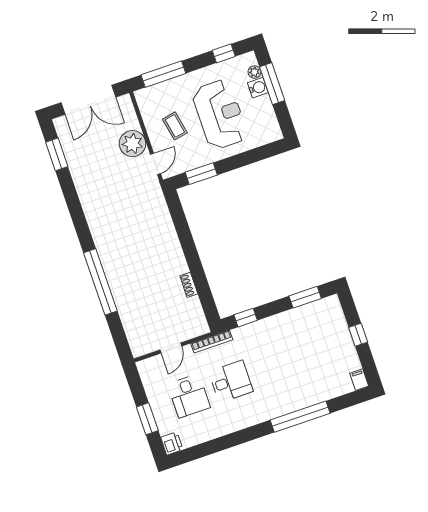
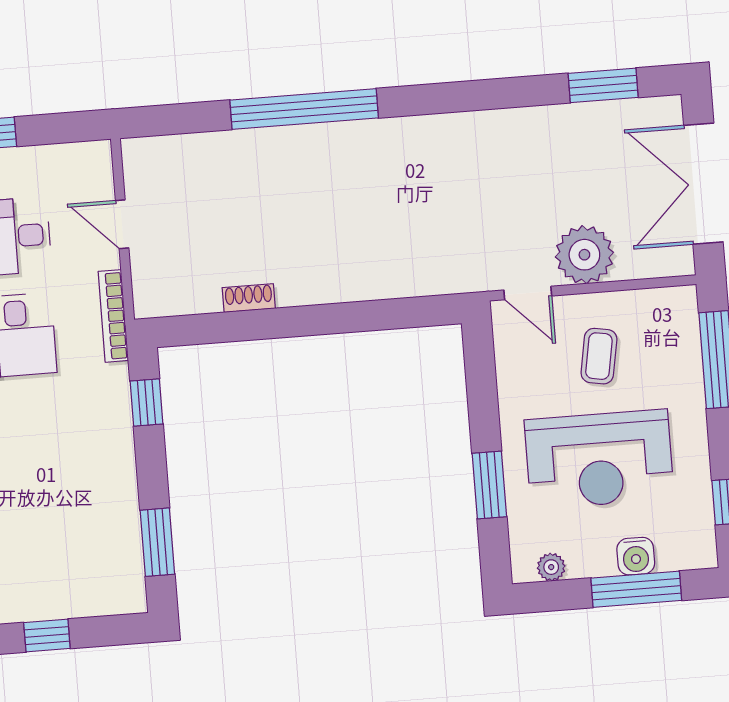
plant: (254, 72) -> (551, 567), moved
coffee table: (175, 126) -> (599, 356), turned -69
window: (201, 174) -> (489, 485), moved

